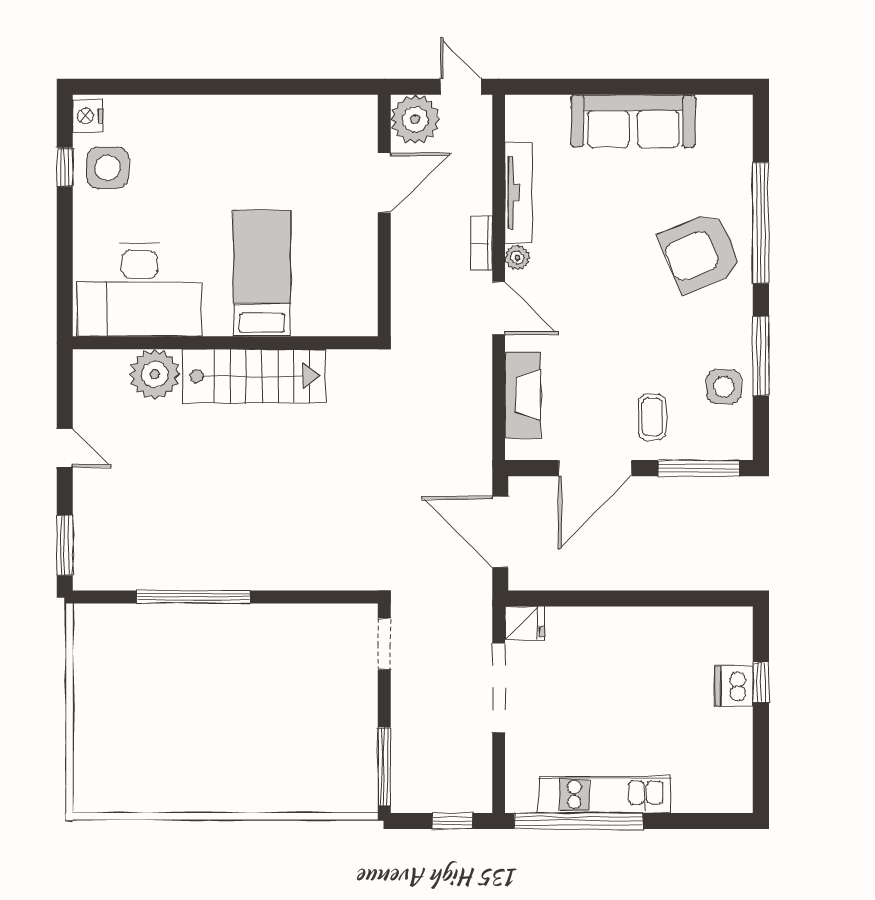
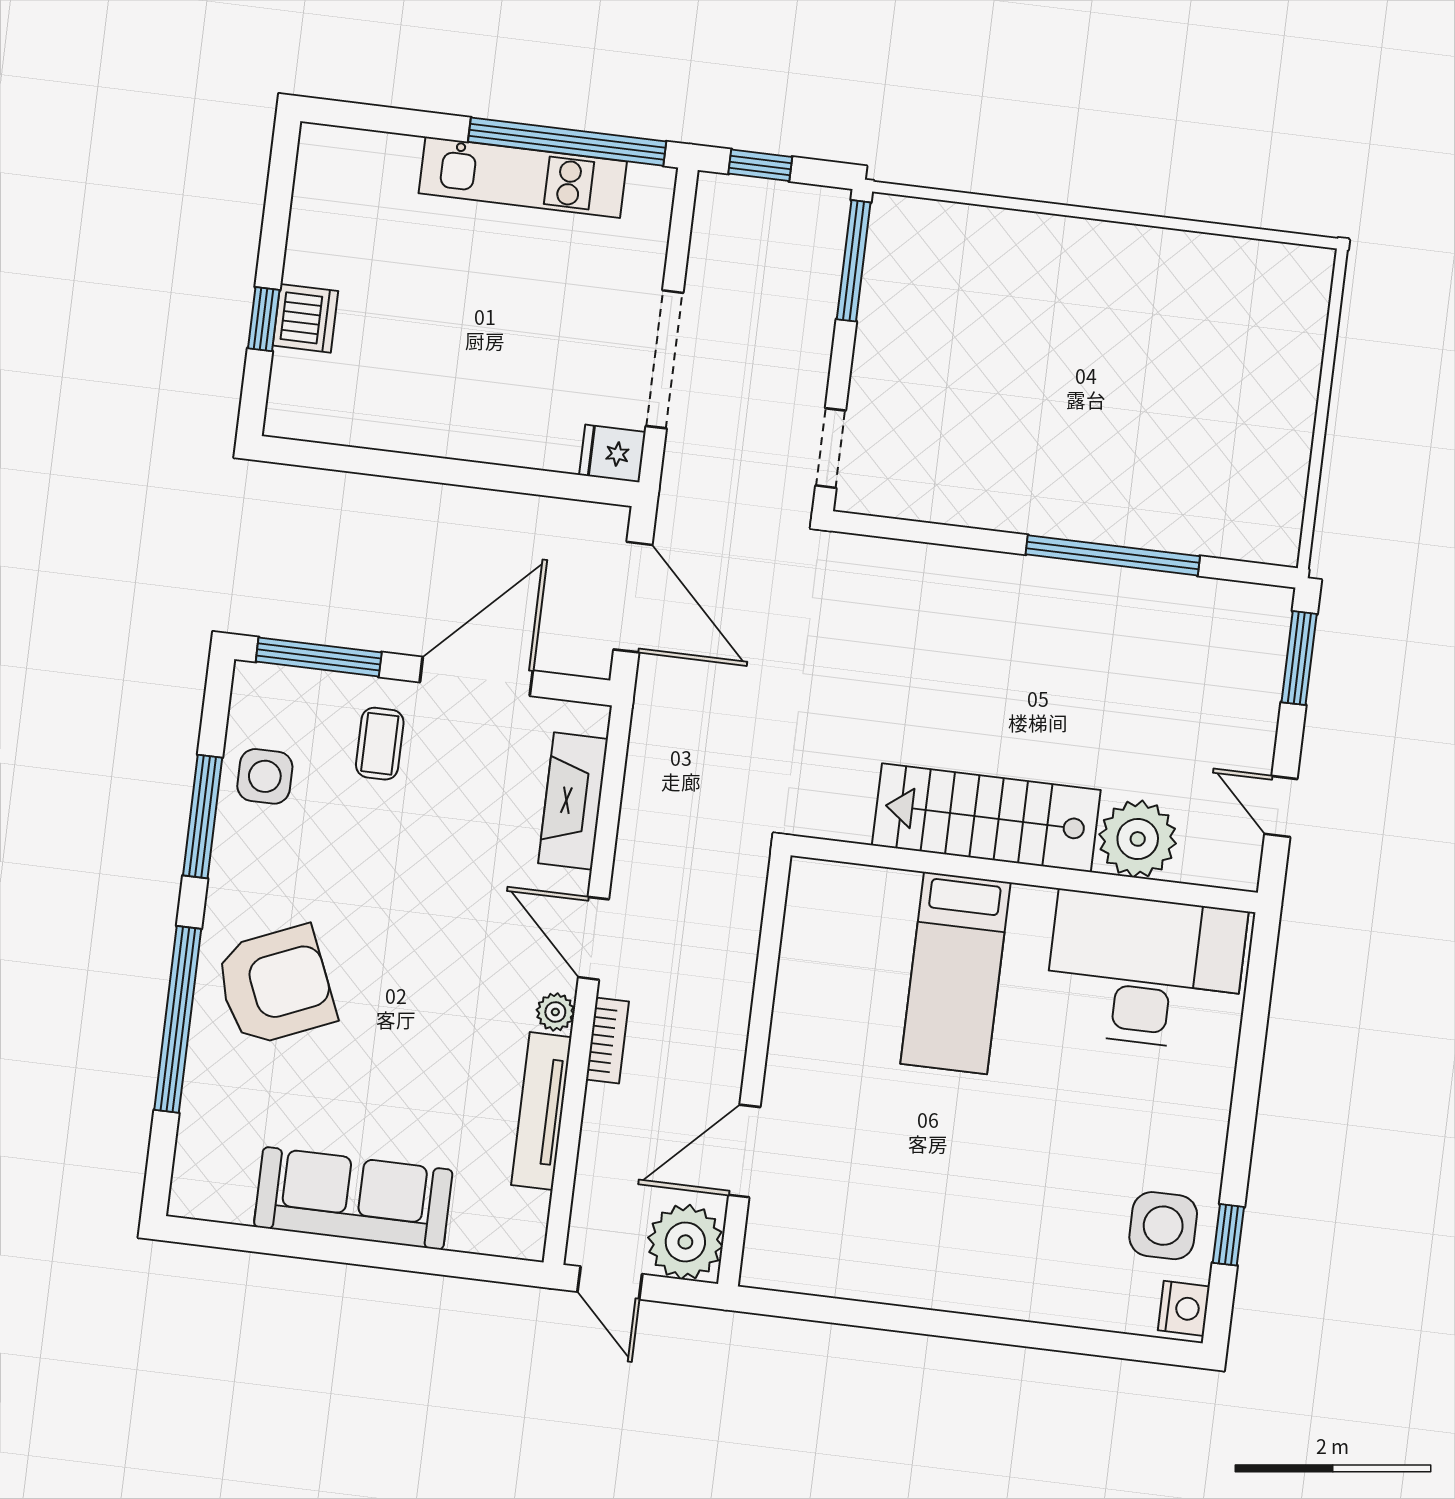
bed: (262, 273) -> (956, 973), moved
desk: (140, 290) -> (1145, 971), moved
wall: (225, 343) -> (1024, 874), moved
plant: (155, 374) -> (1138, 839), moved
stairs: (254, 376) -> (986, 818), moved

